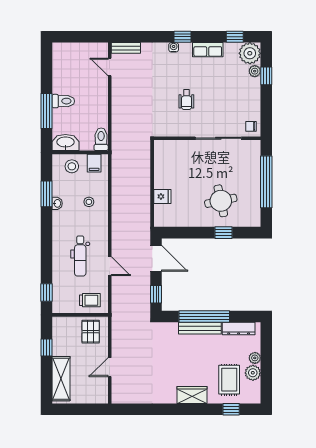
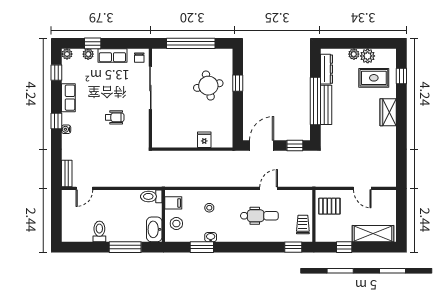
plant: (250, 53) -> (67, 54), width x0.53, depth x0.53
row of seats: (253, 97) -> (112, 56), added
toilet: (63, 101) -> (99, 231), moved
trolley: (90, 300) -> (303, 225), moved

